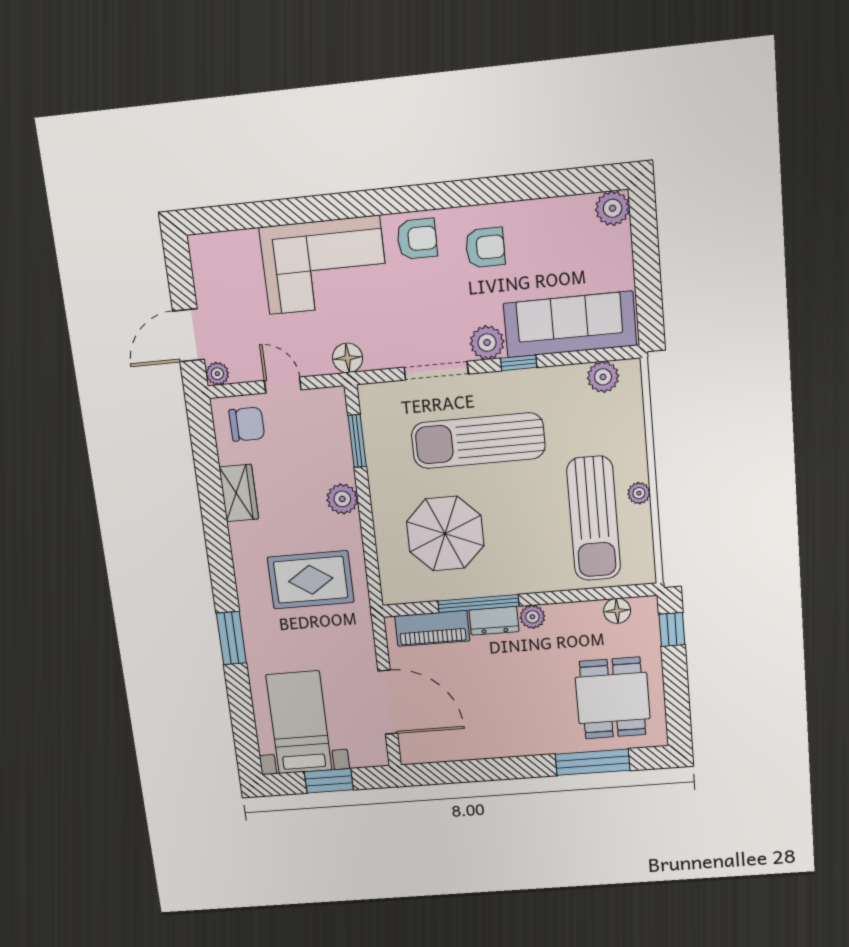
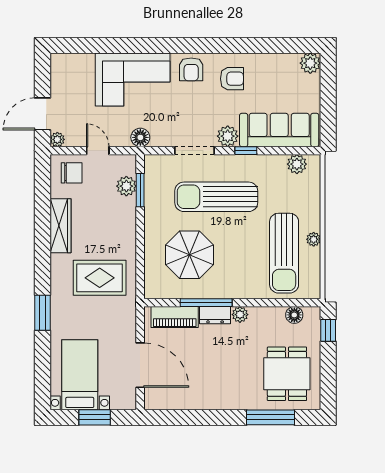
armchair: (417, 239) -> (191, 69), turned 90
wardrobe: (239, 493) -> (61, 226), width x1.50
plant: (342, 499) -> (126, 186), moved

